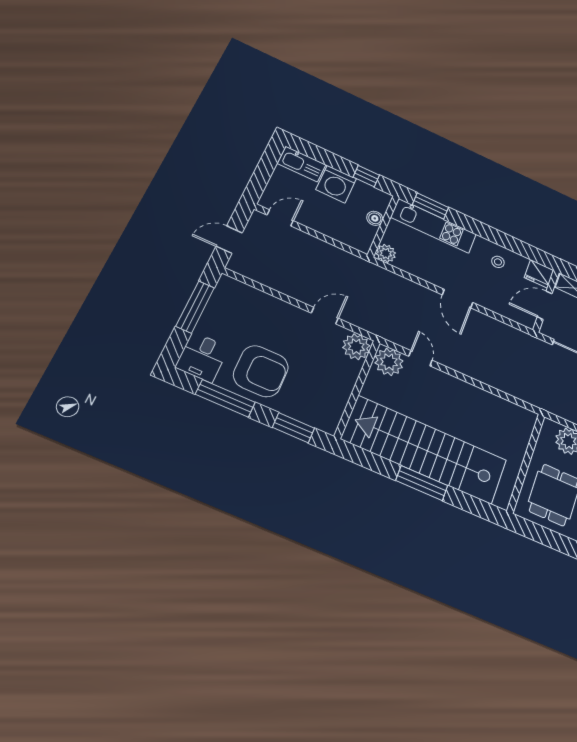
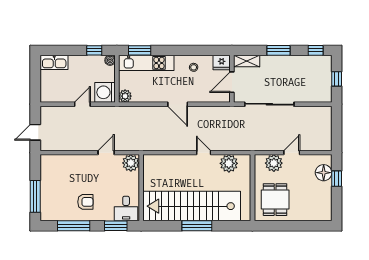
washing machine: (336, 184) -> (105, 92), moved, turned 90
door: (280, 218) -> (82, 104), moved
boiler: (375, 218) -> (110, 60), moved
window: (195, 307) -> (35, 196), moved
desk: (202, 357) -> (126, 209), moved
door: (420, 358) -> (204, 153), moved
plant: (389, 362) -> (229, 163), moved
armchair: (261, 371) -> (85, 202), width x0.53, depth x0.53

